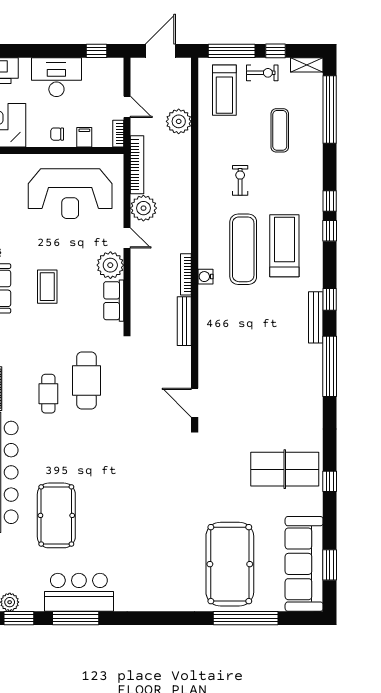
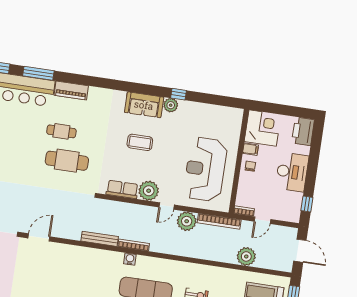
filing cabinet: (84, 137) -> (250, 149), moved

